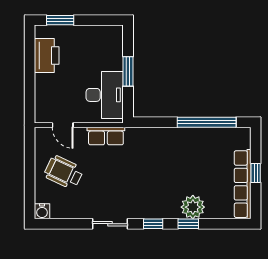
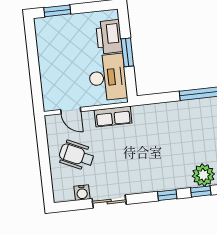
printer: (47, 55) -> (109, 37), moved, turned 180
water cooler: (42, 211) -> (82, 193), moved
sliding door: (110, 224) -> (109, 202), moved

